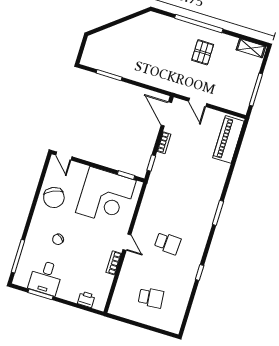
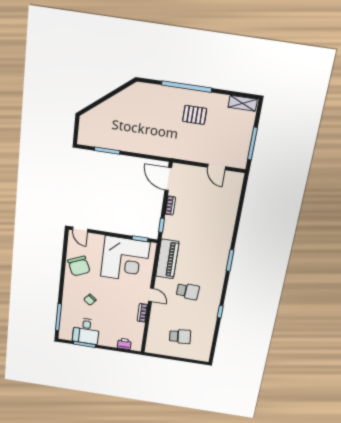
pallet: (203, 52) -> (195, 115), turned 90
door: (198, 102) -> (217, 167), moved
piano: (228, 139) -> (167, 259), moved, turned 180

